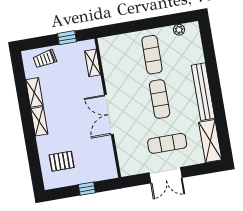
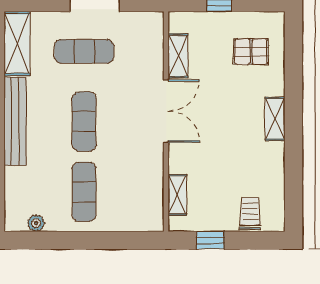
trolley: (45, 59) -> (250, 214), turned -79
shelving: (34, 92) -> (178, 56), moved

